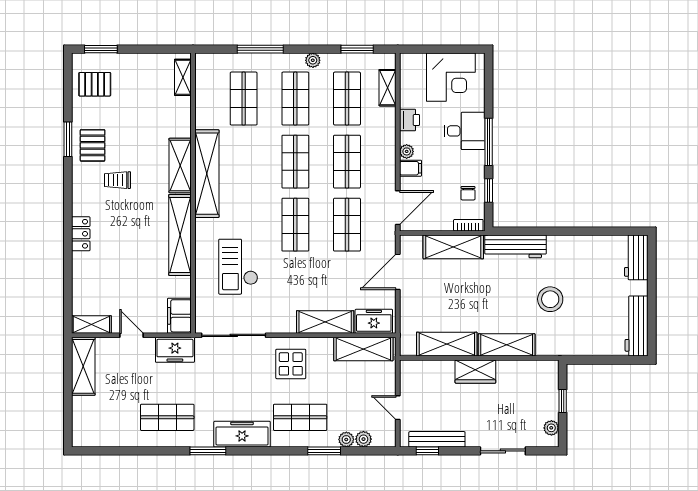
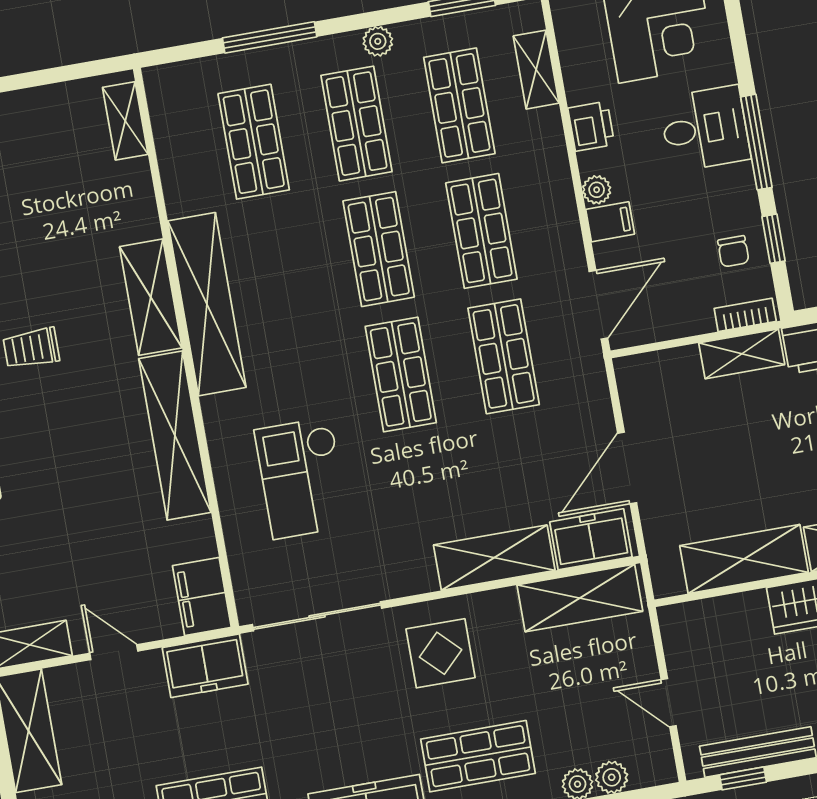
shelving: (453, 247) -> (742, 354), width x0.67, depth x0.75
door: (398, 272) -> (627, 468), moved

